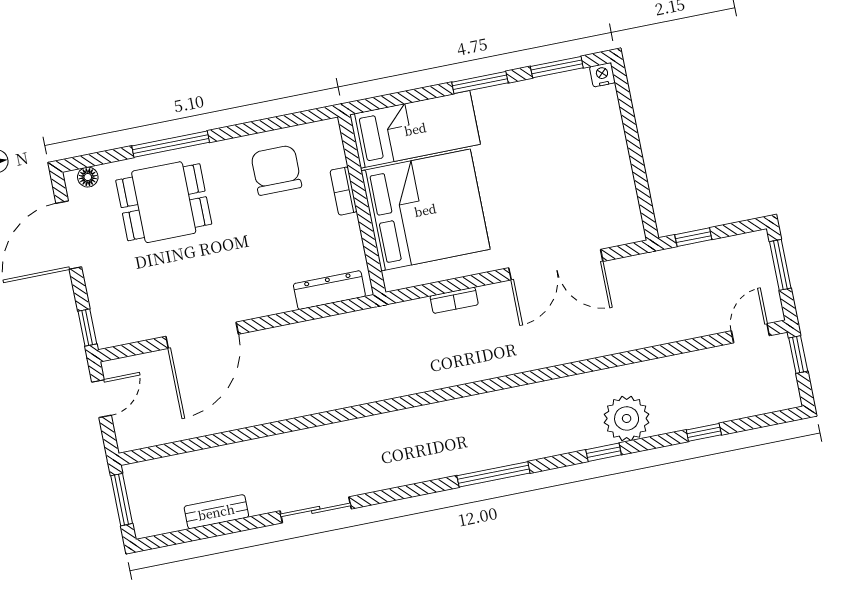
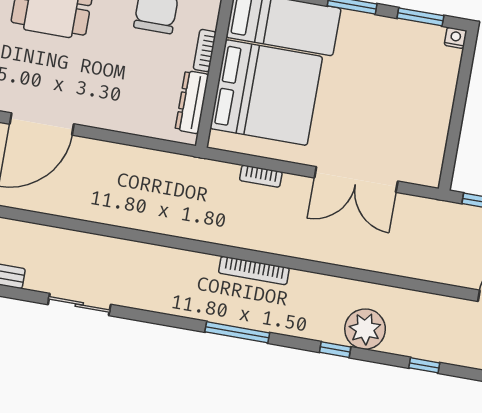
dresser: (329, 290) -> (192, 102), moved, turned -90
bookcase: (486, 402) -> (254, 271), added

